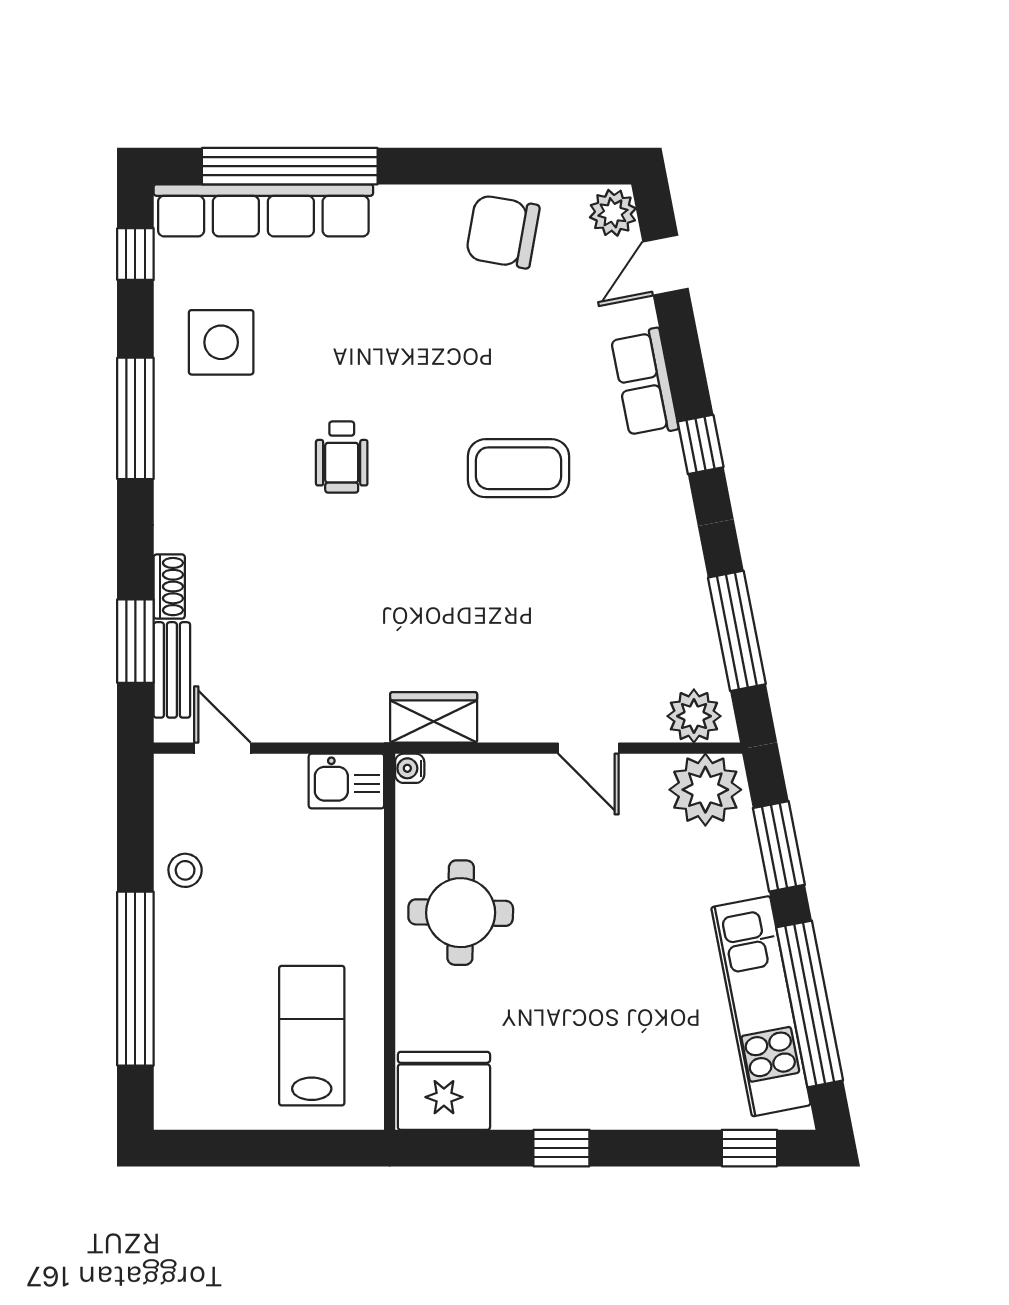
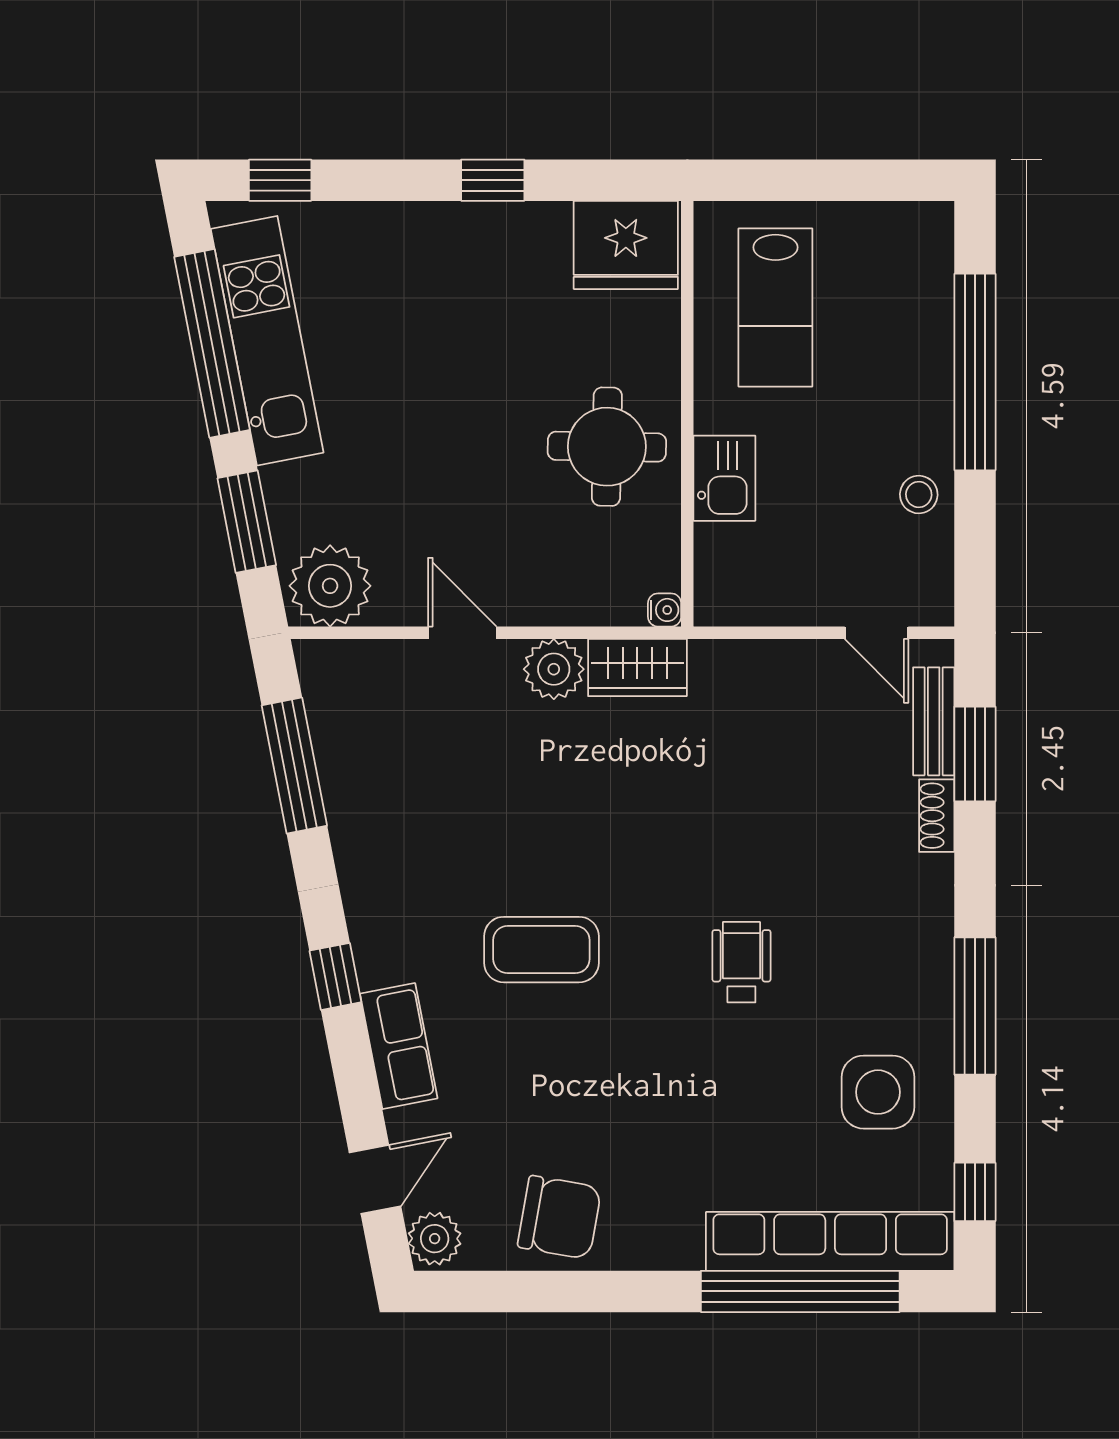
plant: (694, 716) -> (554, 669), moved
kitchen sink: (346, 781) -> (724, 478), moved, turned 90

